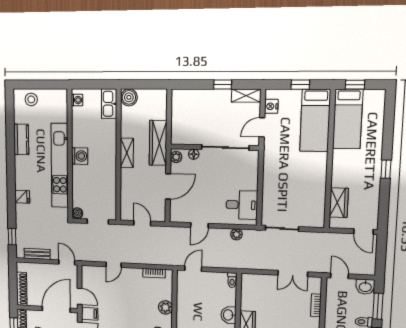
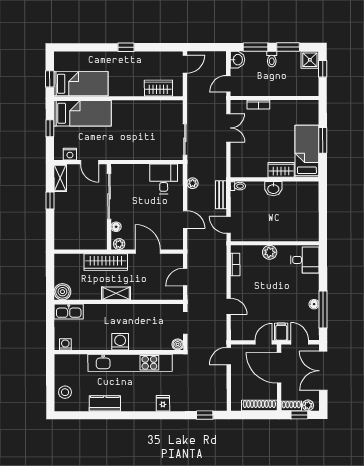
bench: (37, 254) -> (221, 195), moved

